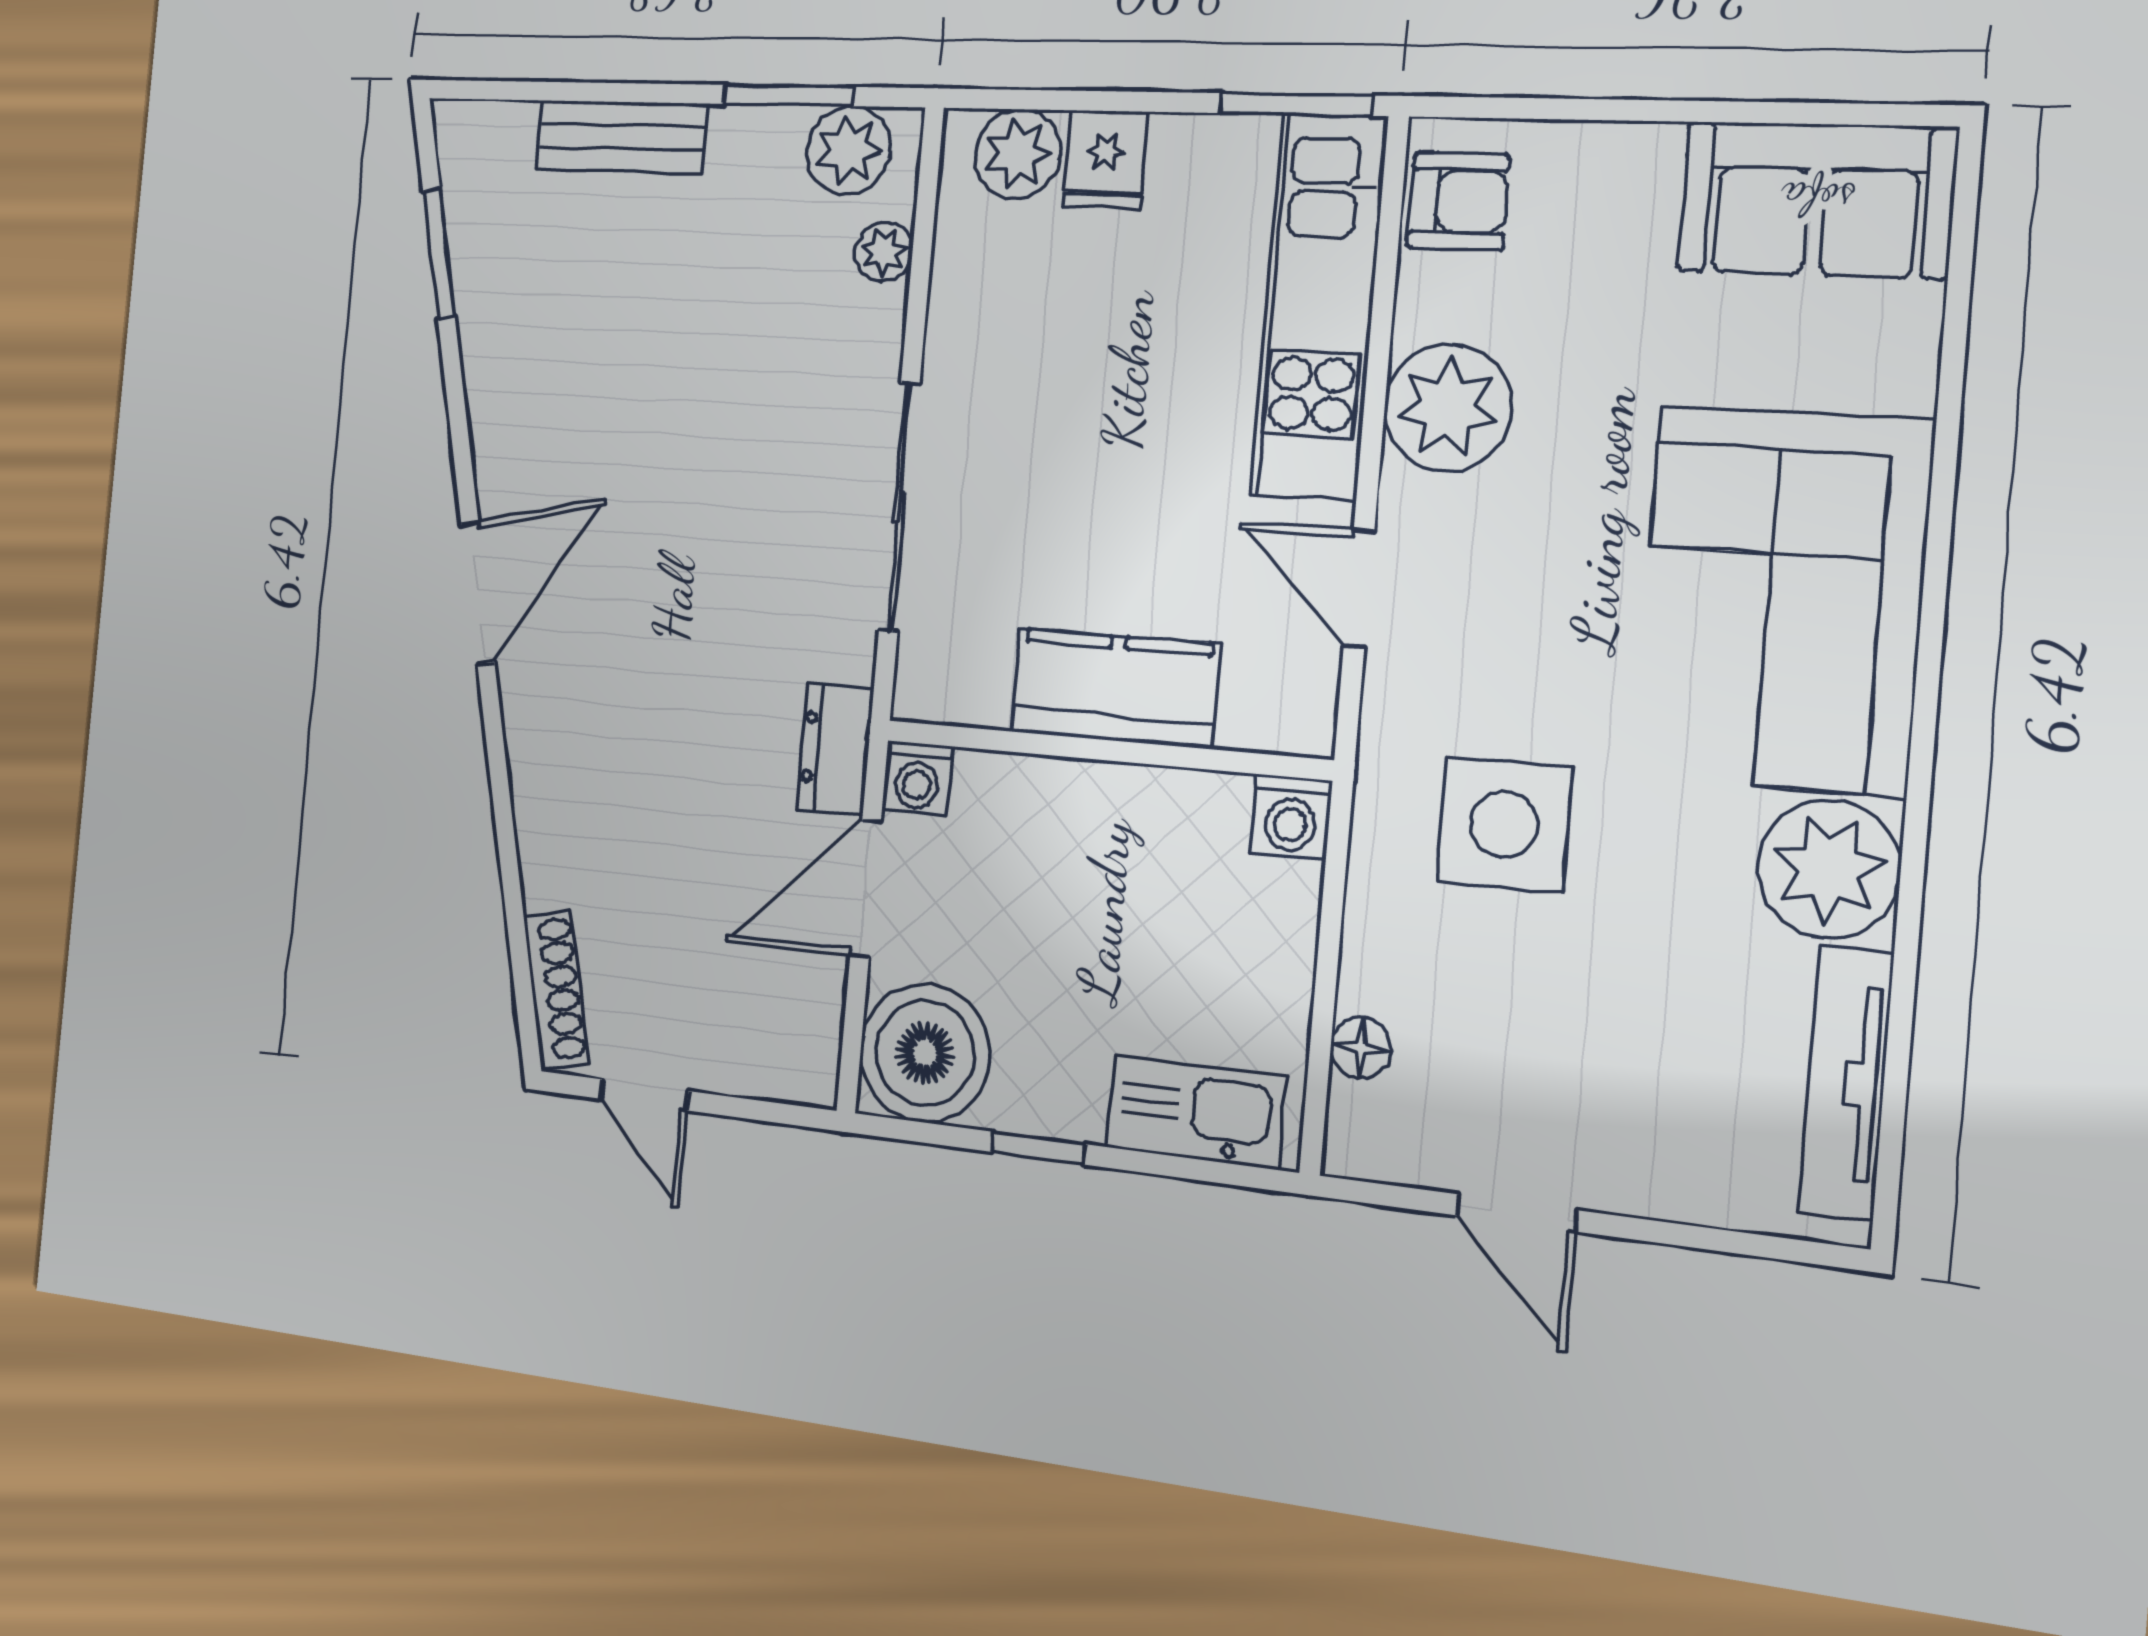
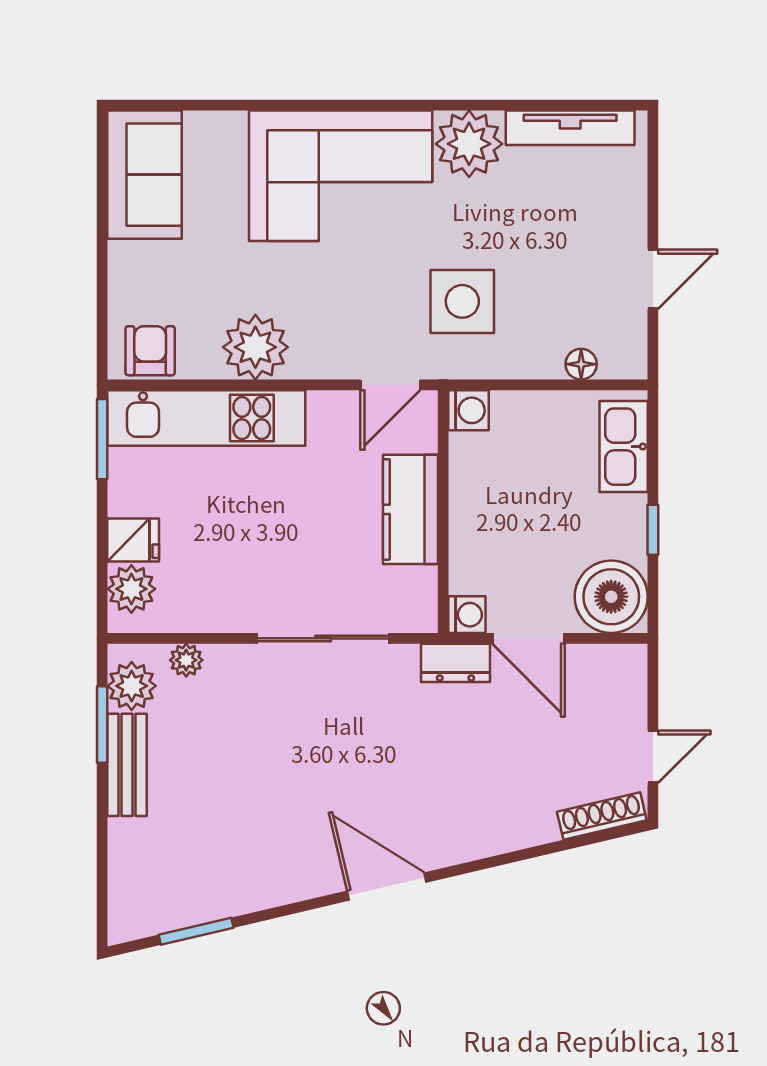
bench: (622, 137) -> (127, 765), moved
door: (1359, 588) -> (390, 385), moved

